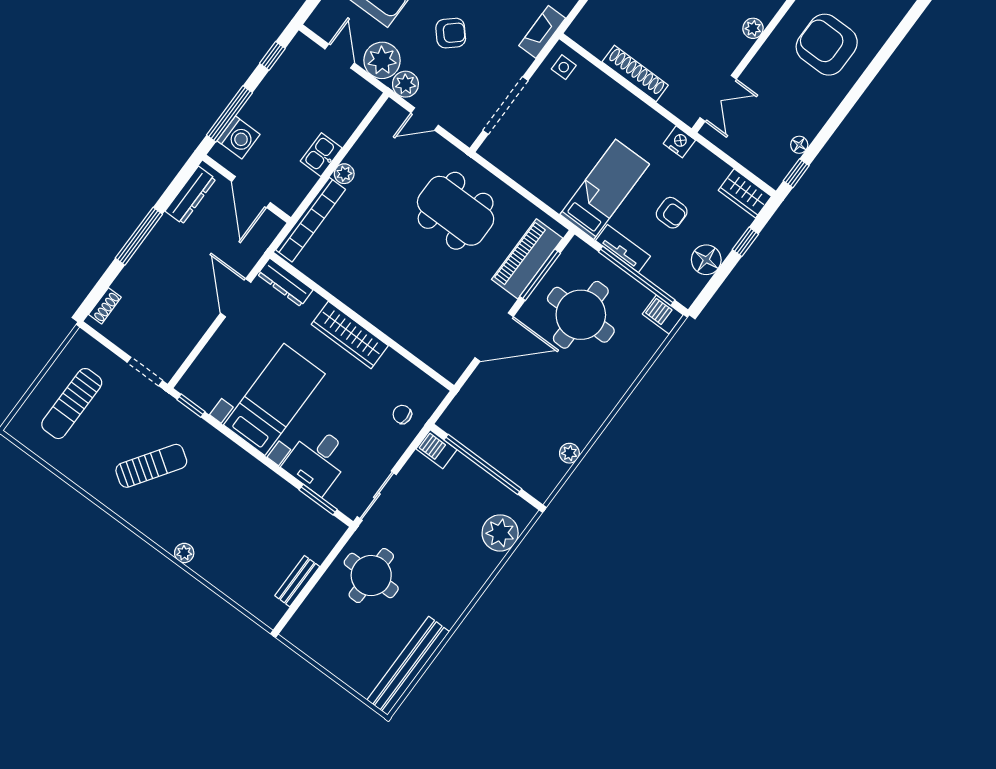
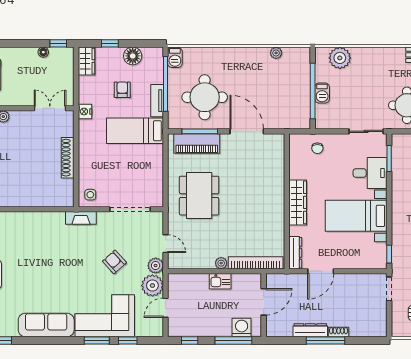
dresser: (191, 195) -> (310, 330), moved
shoe rack: (105, 306) -> (339, 332), moved
barbecue: (436, 449) -> (322, 93), moved

